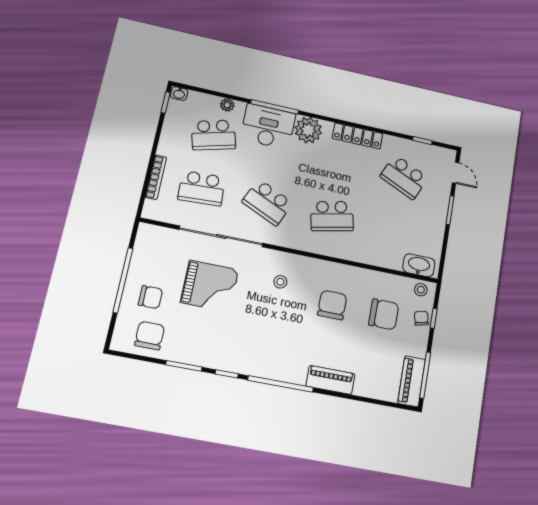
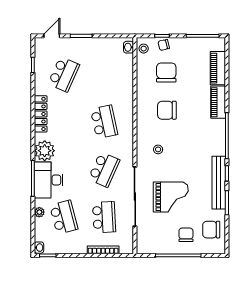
washbasin: (419, 265) -> (129, 47), width x0.52, depth x0.69
grand piano: (210, 286) -> (171, 197), turned 90
bench: (216, 359) -> (219, 183), added
piano: (412, 381) -> (218, 68), moved, turned 90

